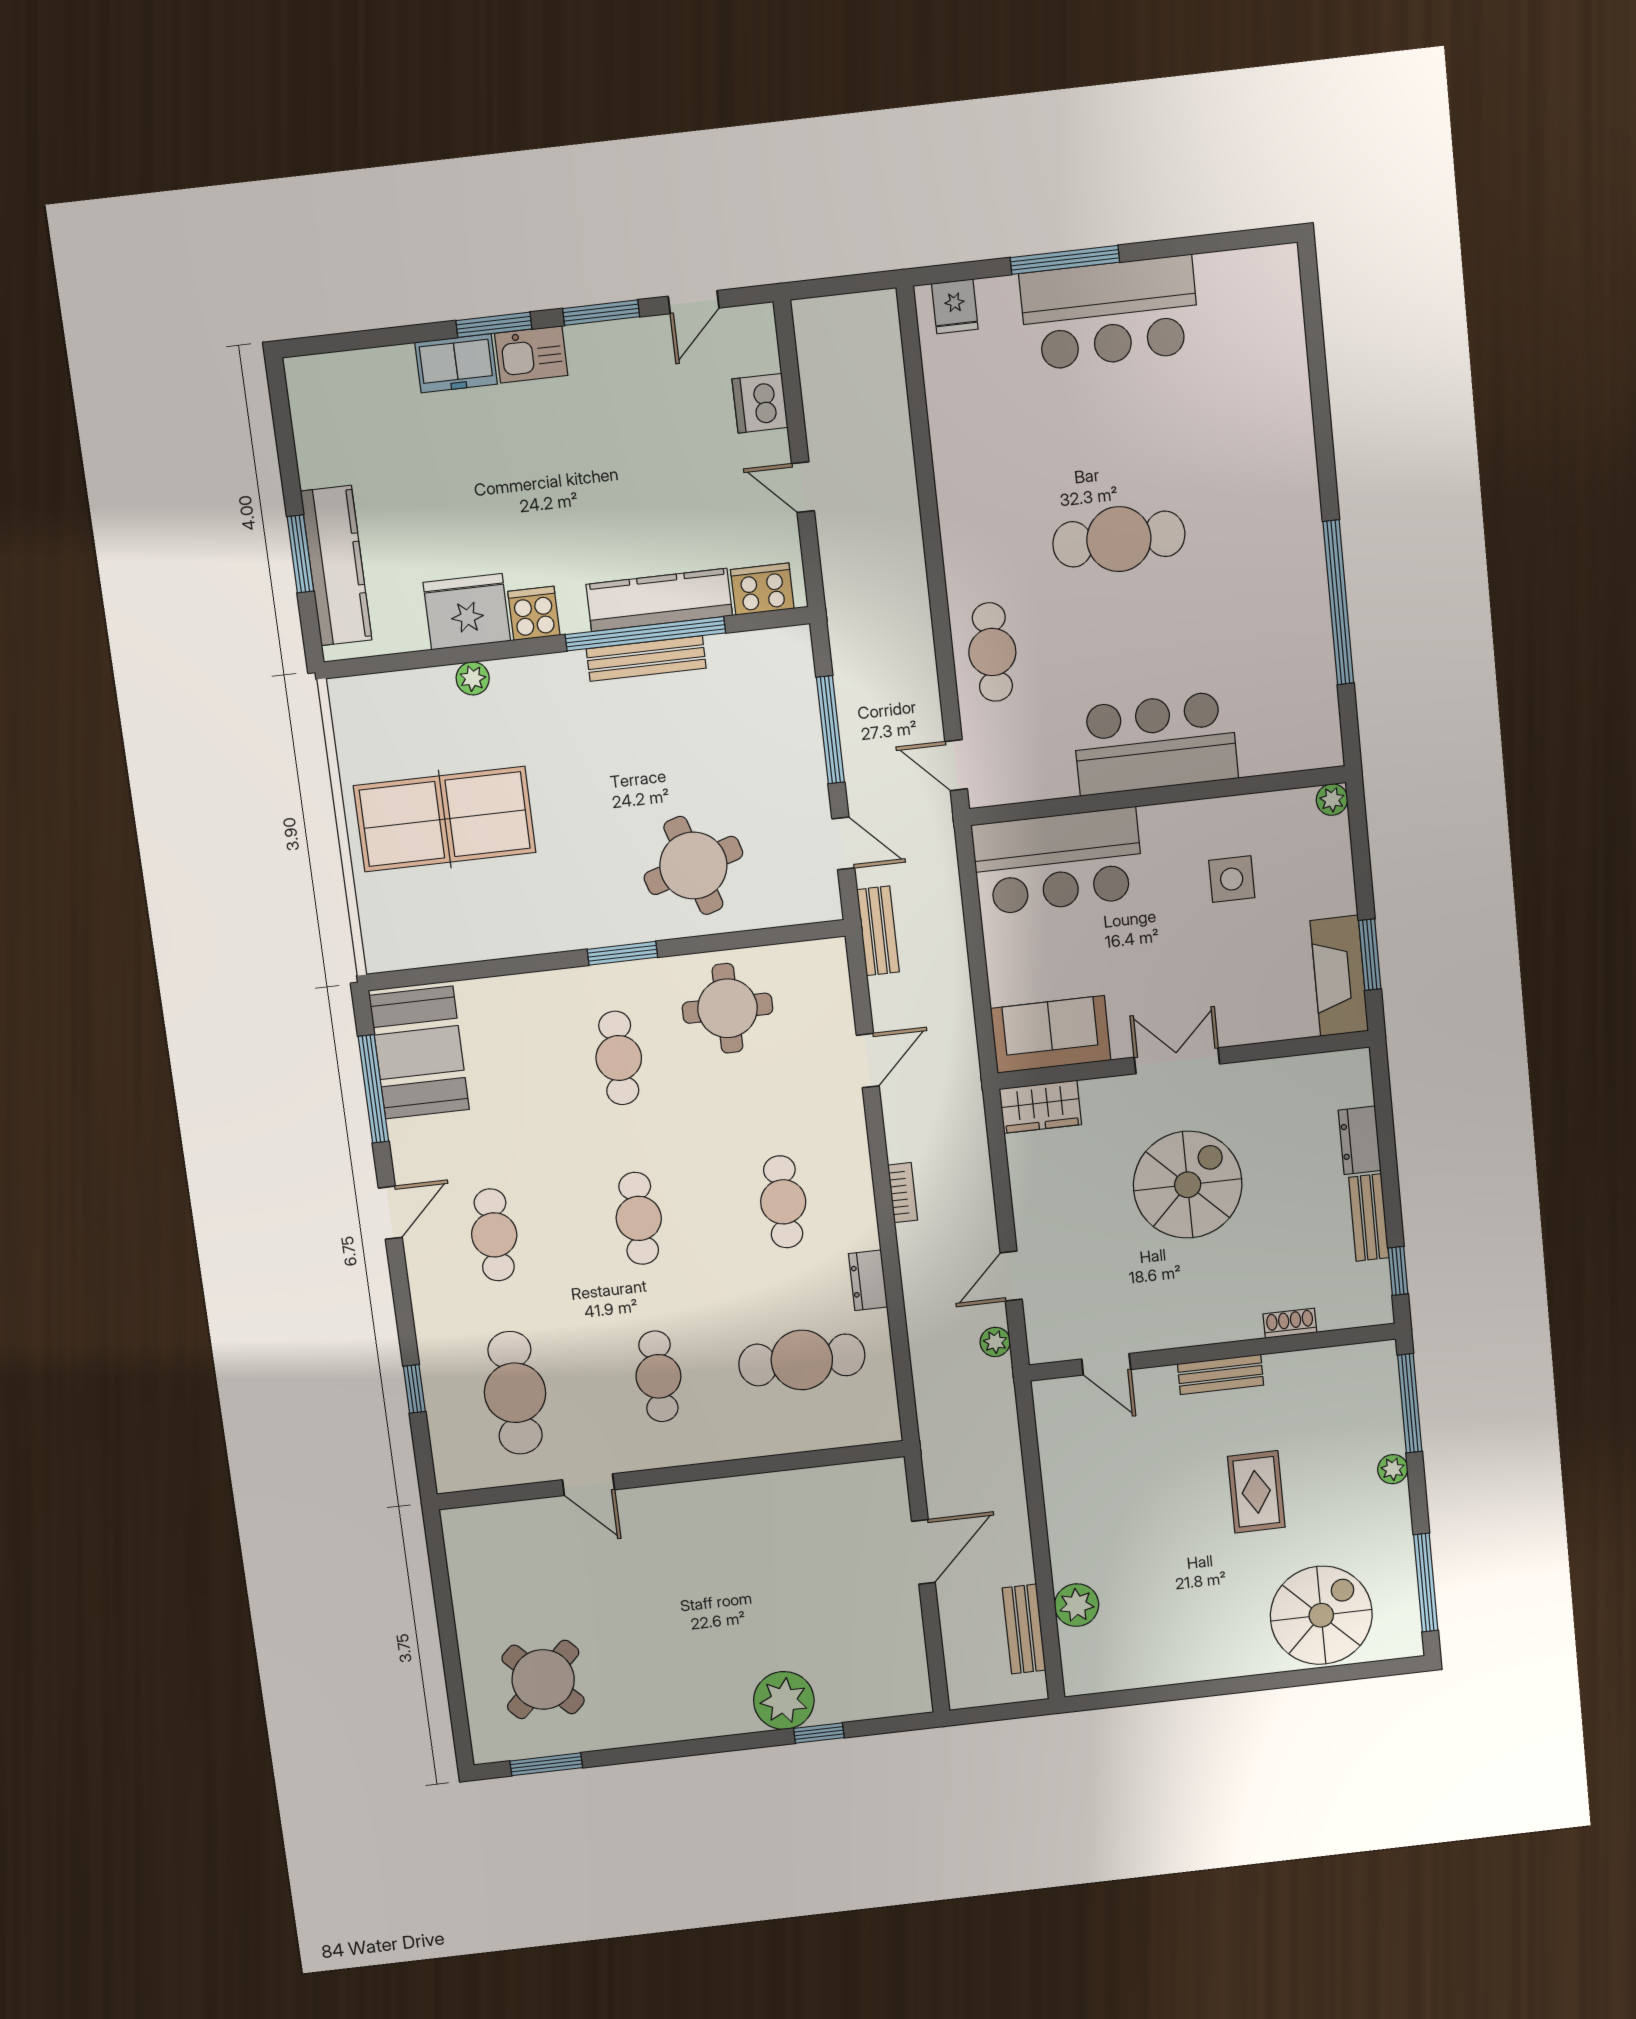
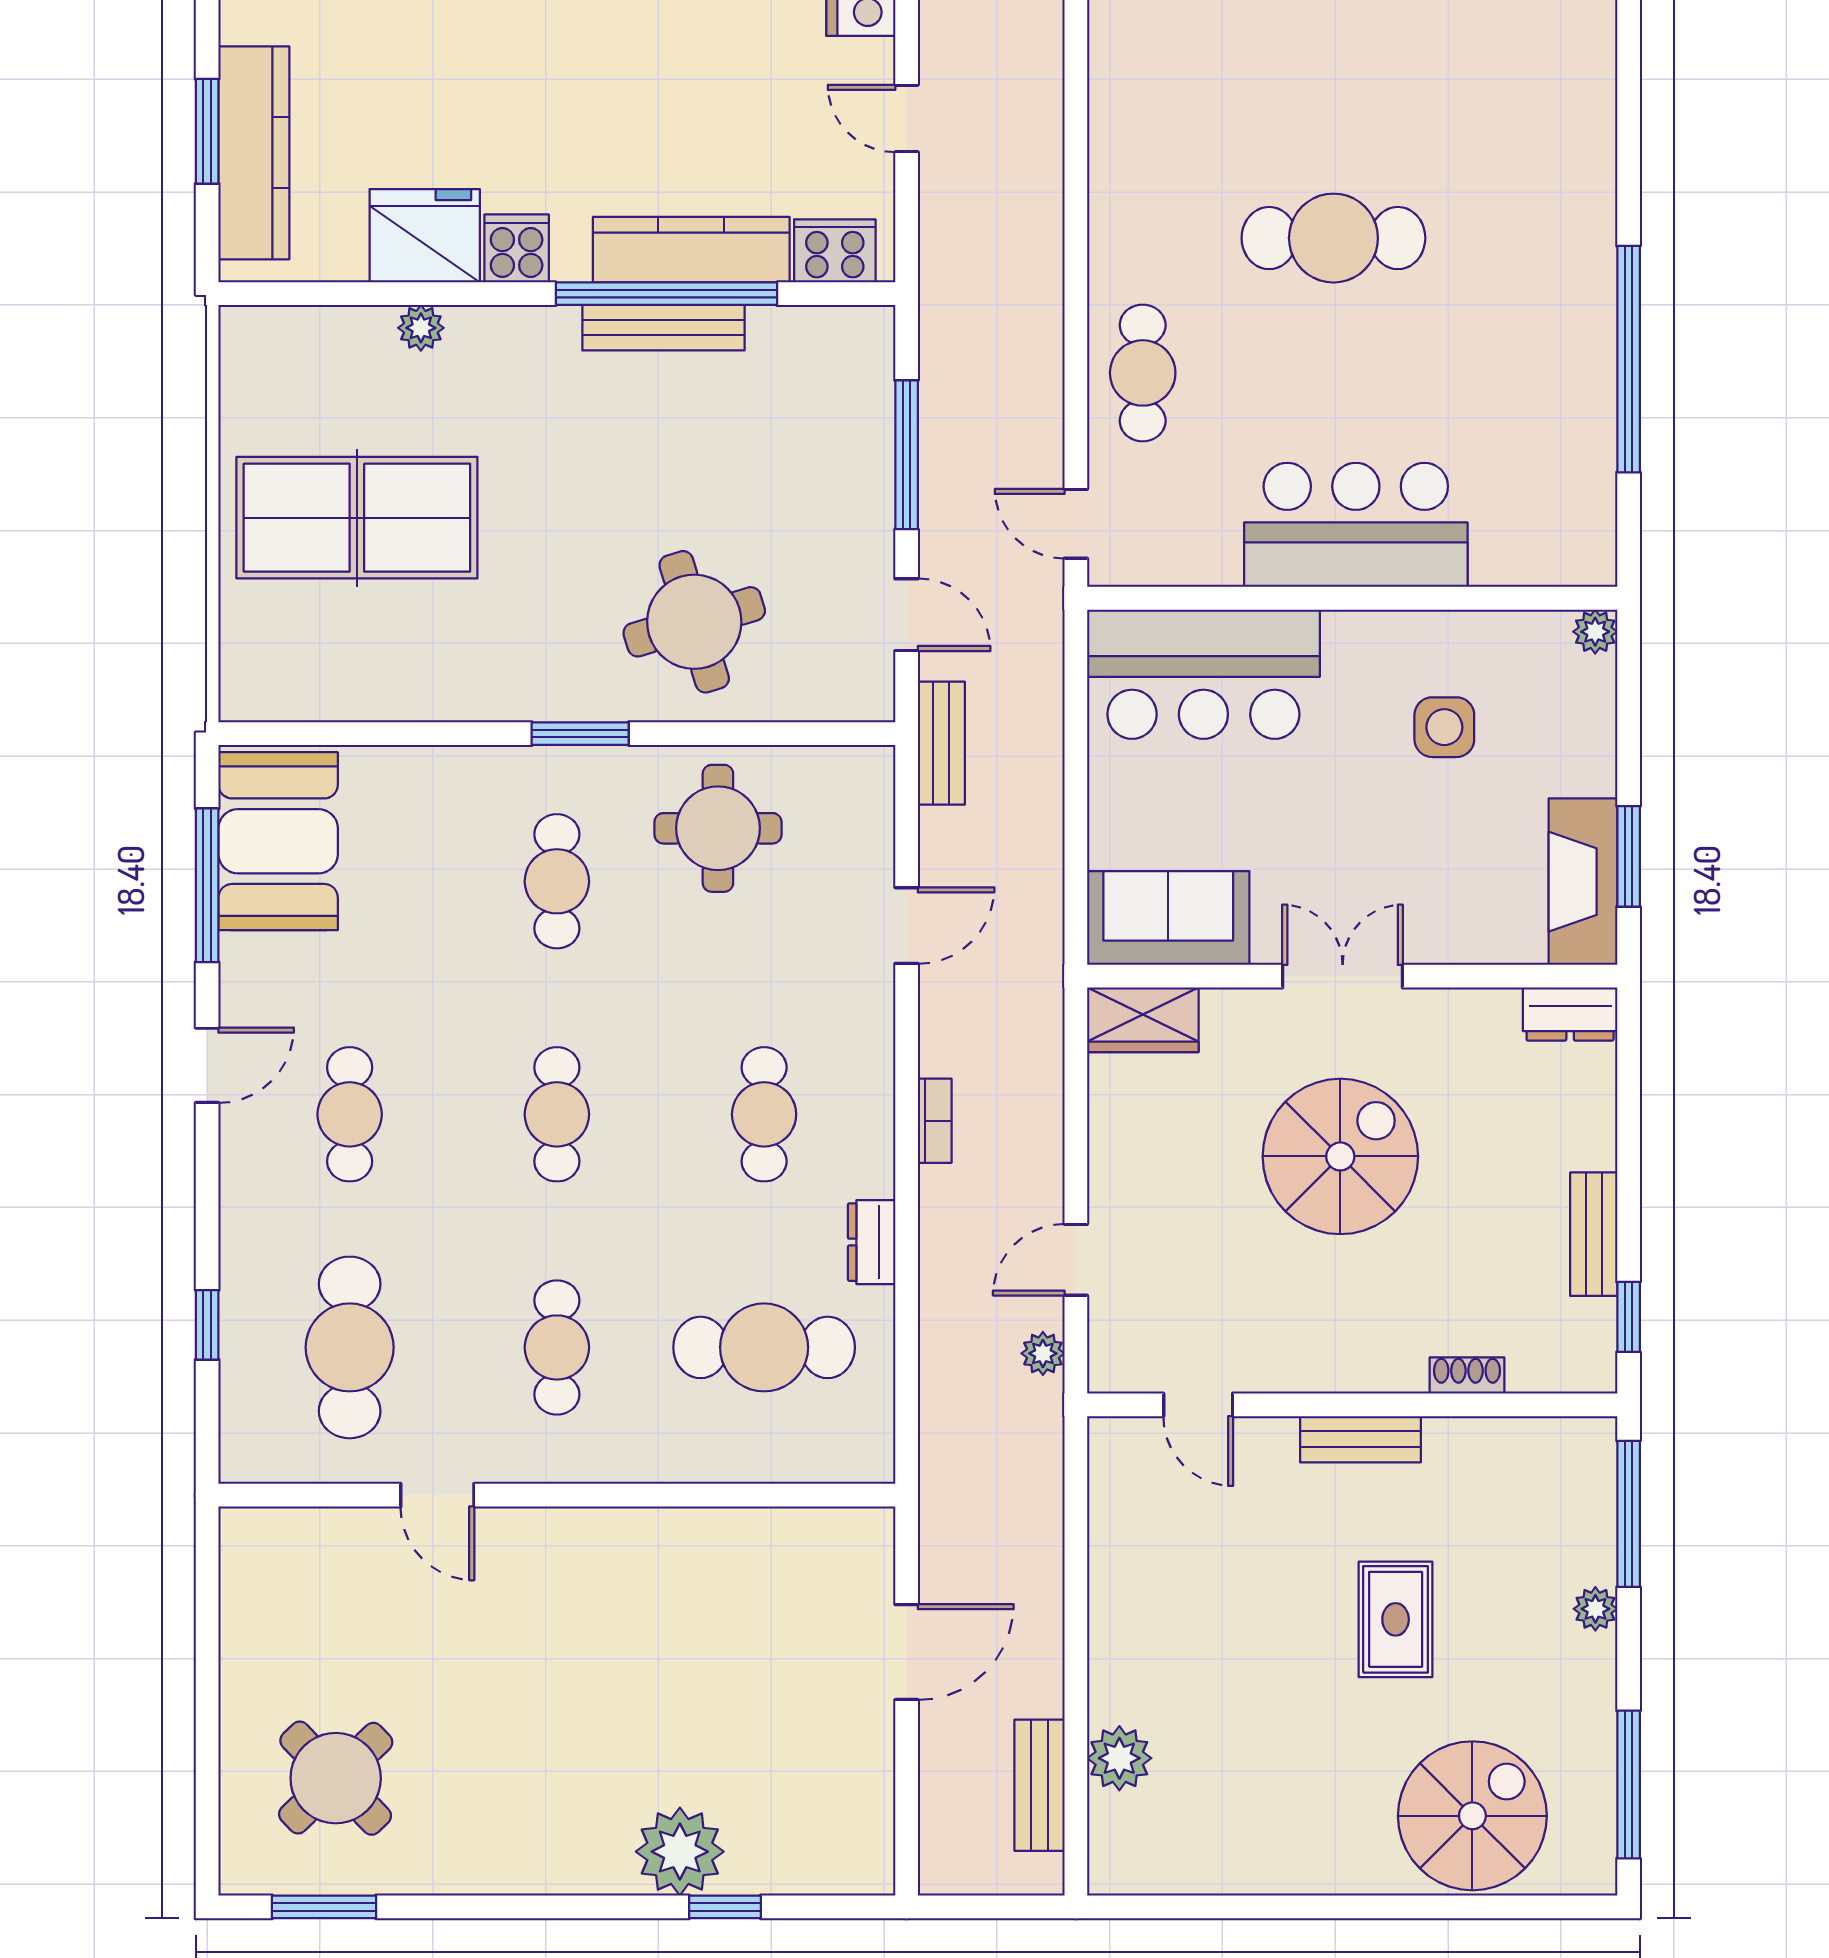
dresser: (1360, 1140) -> (1570, 1014), moved, turned -90

